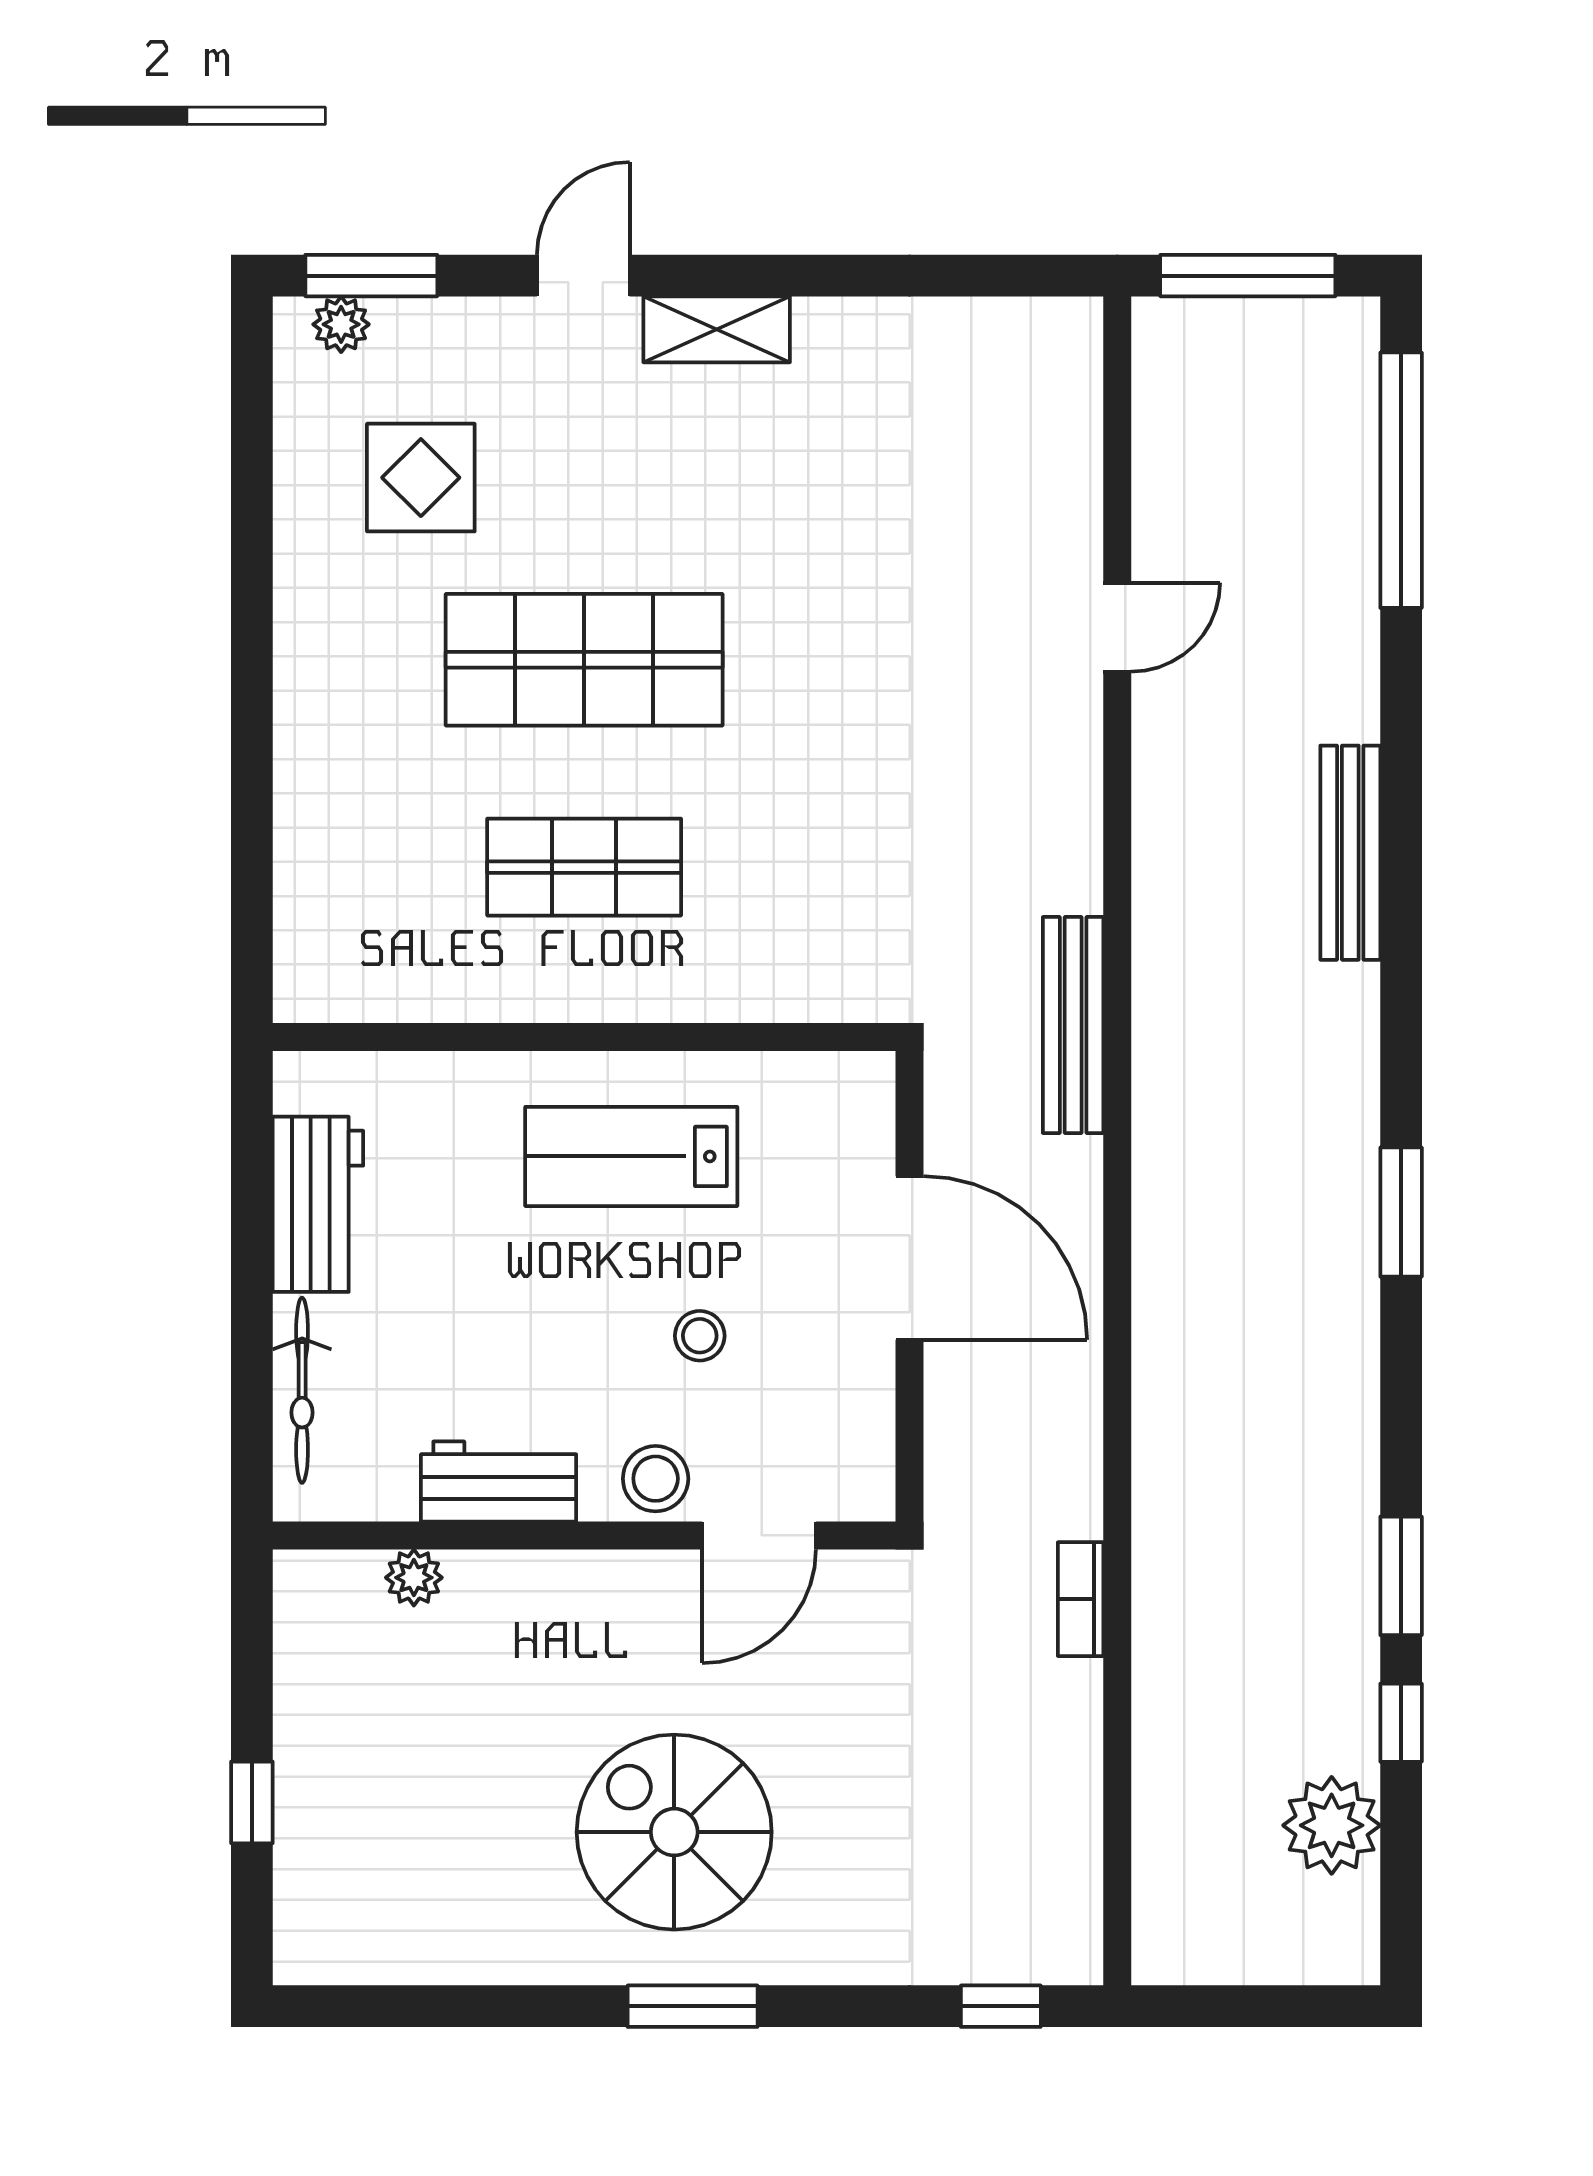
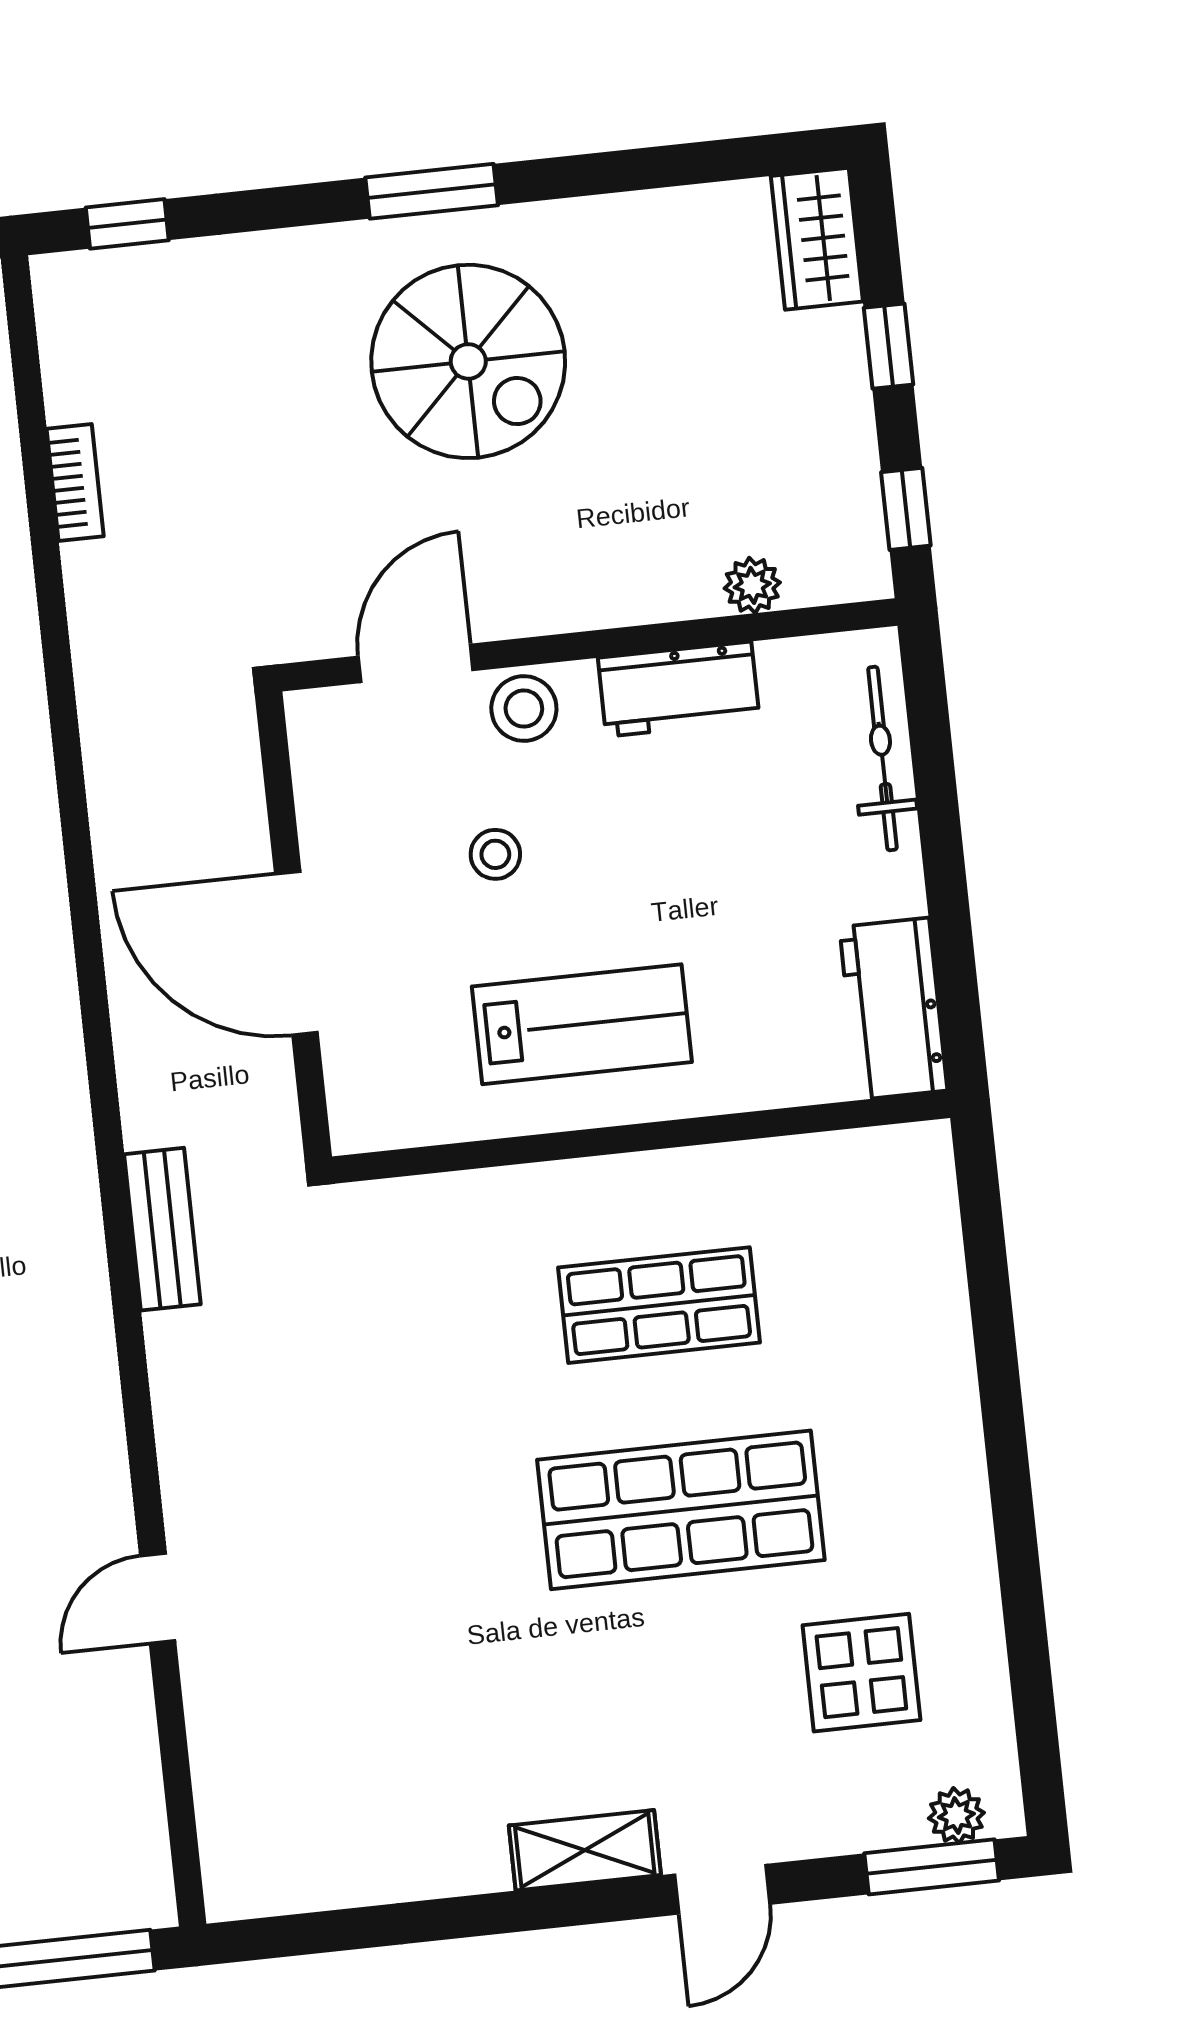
bench: (1073, 1025) -> (162, 1229), width x0.73
workbench: (318, 1204) -> (893, 1009), moved
bookcase: (1081, 1599) -> (75, 483), moved
window: (252, 1638) -> (906, 509), added
wardrobe: (312, 1918) -> (817, 239), added

